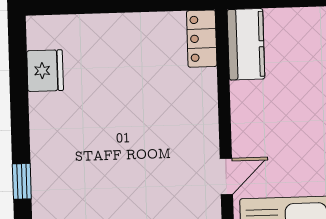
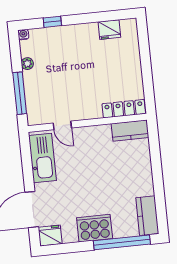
locker: (202, 39) -> (124, 109), width x1.53

